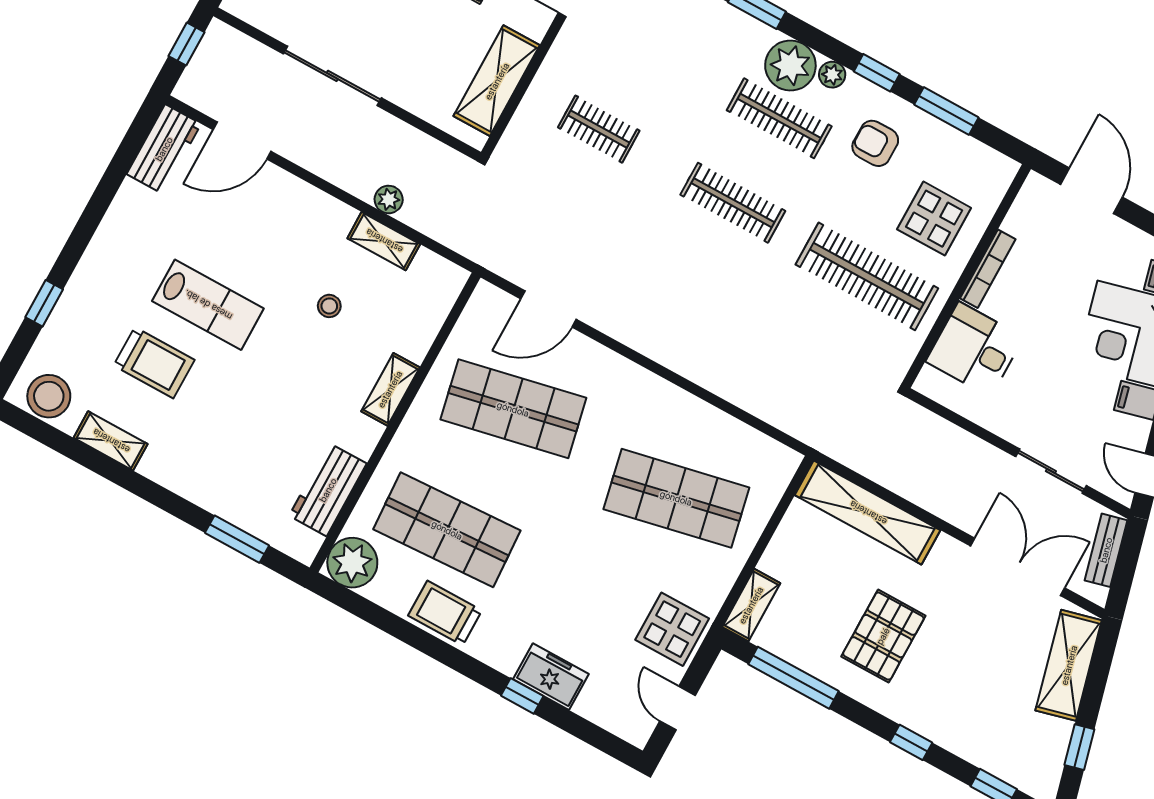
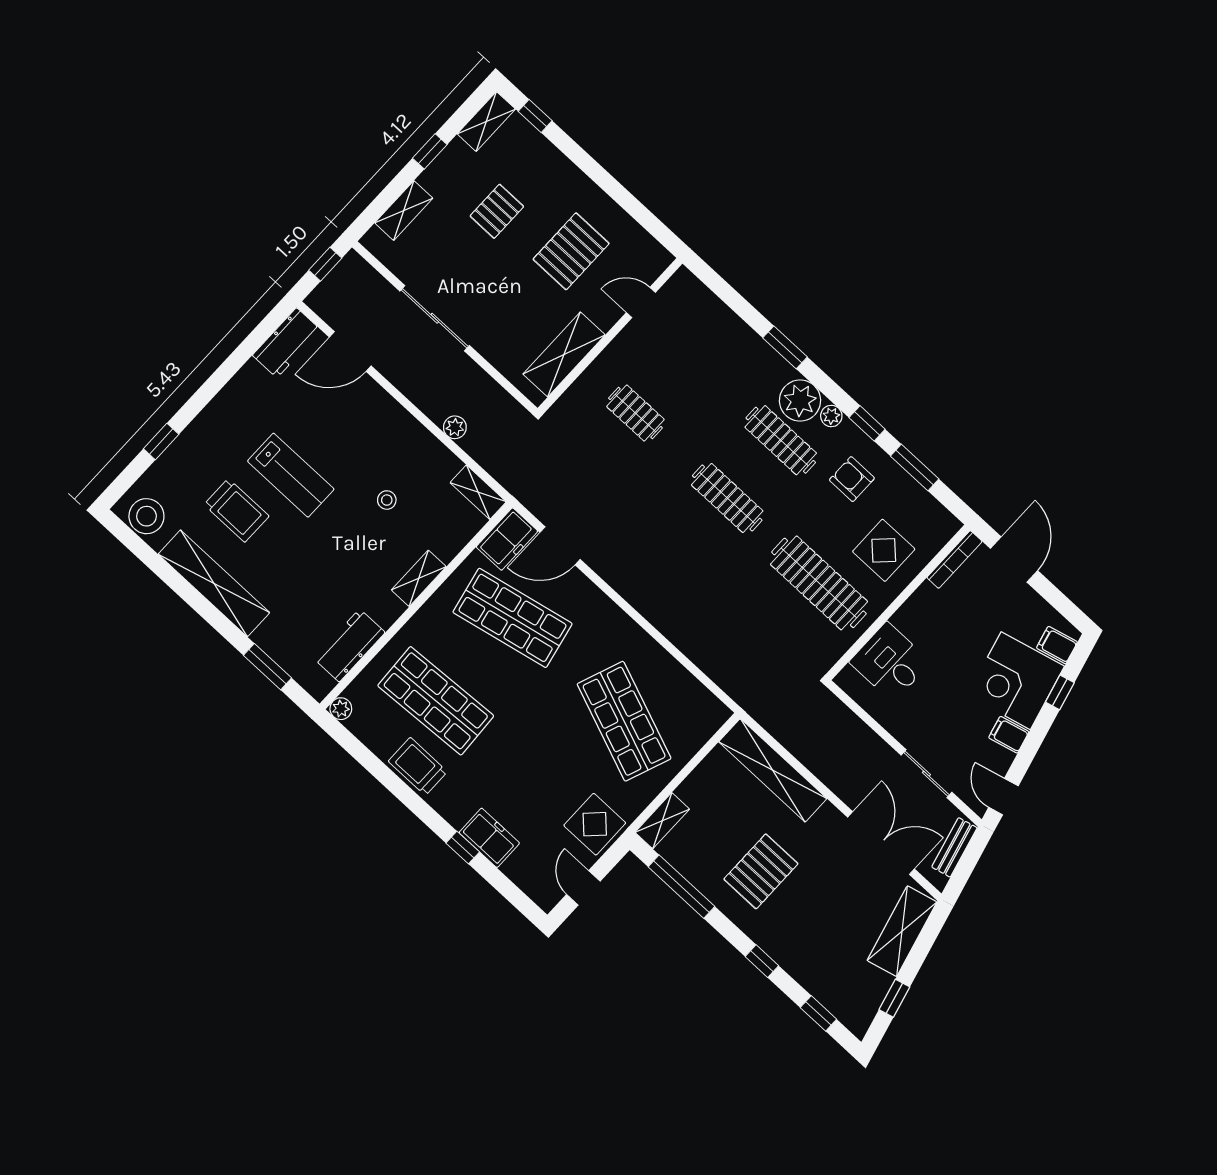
shelving: (384, 241) -> (478, 492), moved
bookcase: (988, 269) -> (955, 559), moved
freezer: (484, 317) -> (507, 539), added
shelving: (111, 441) -> (214, 583), width x2.20, depth x1.33
shop shelf: (676, 498) -> (624, 721), turned 33
plant: (352, 563) -> (341, 709), width x0.53, depth x0.53

